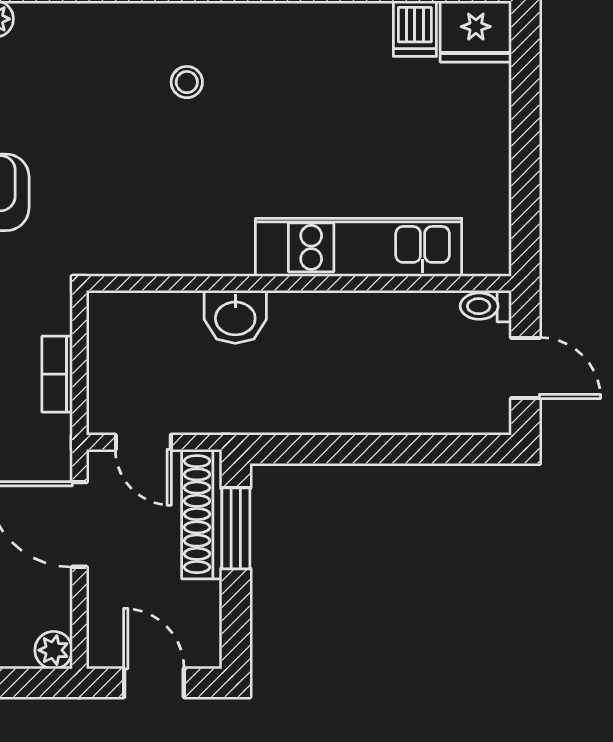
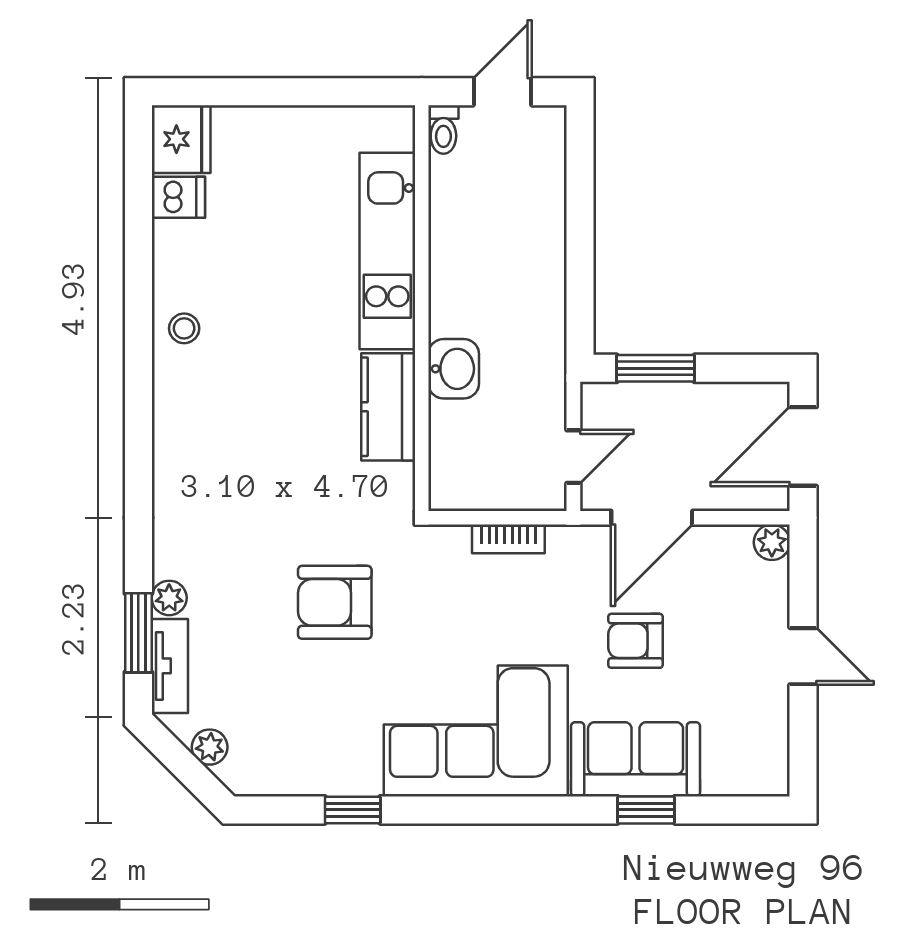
stool: (187, 82) -> (184, 328), moved
kitchen counter: (195, 248) -> (388, 407), added
shoe rack: (202, 514) -> (642, 401), removed
door: (154, 683) -> (803, 446), width x1.38

